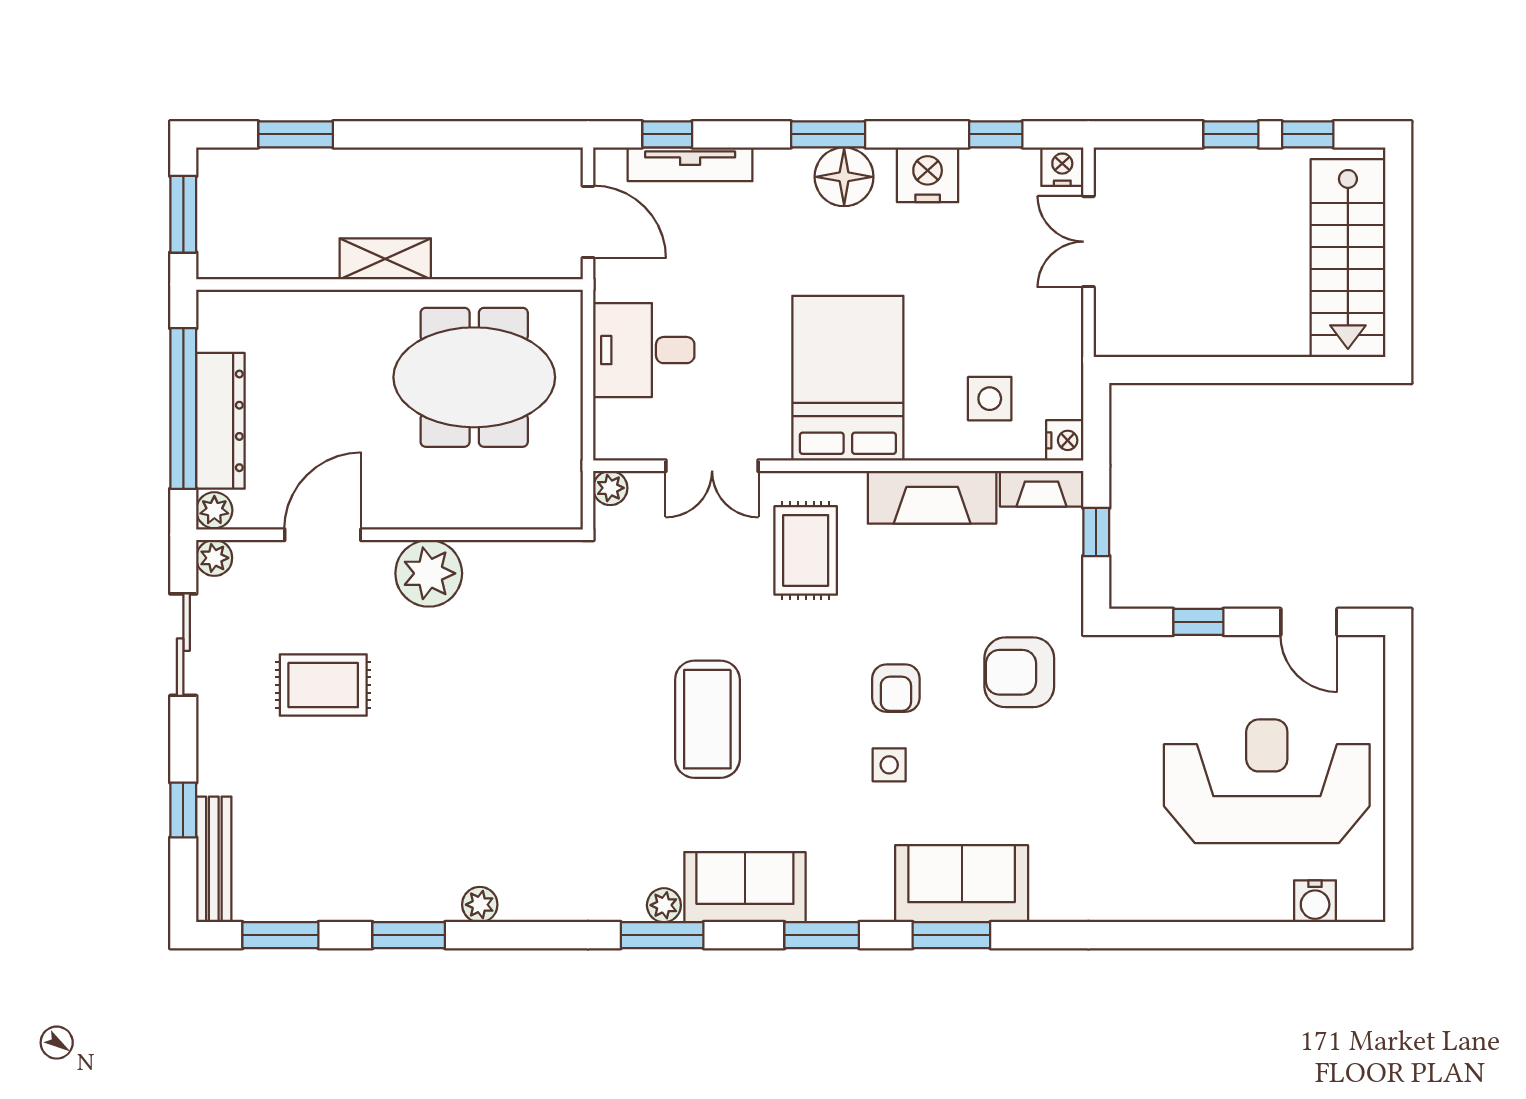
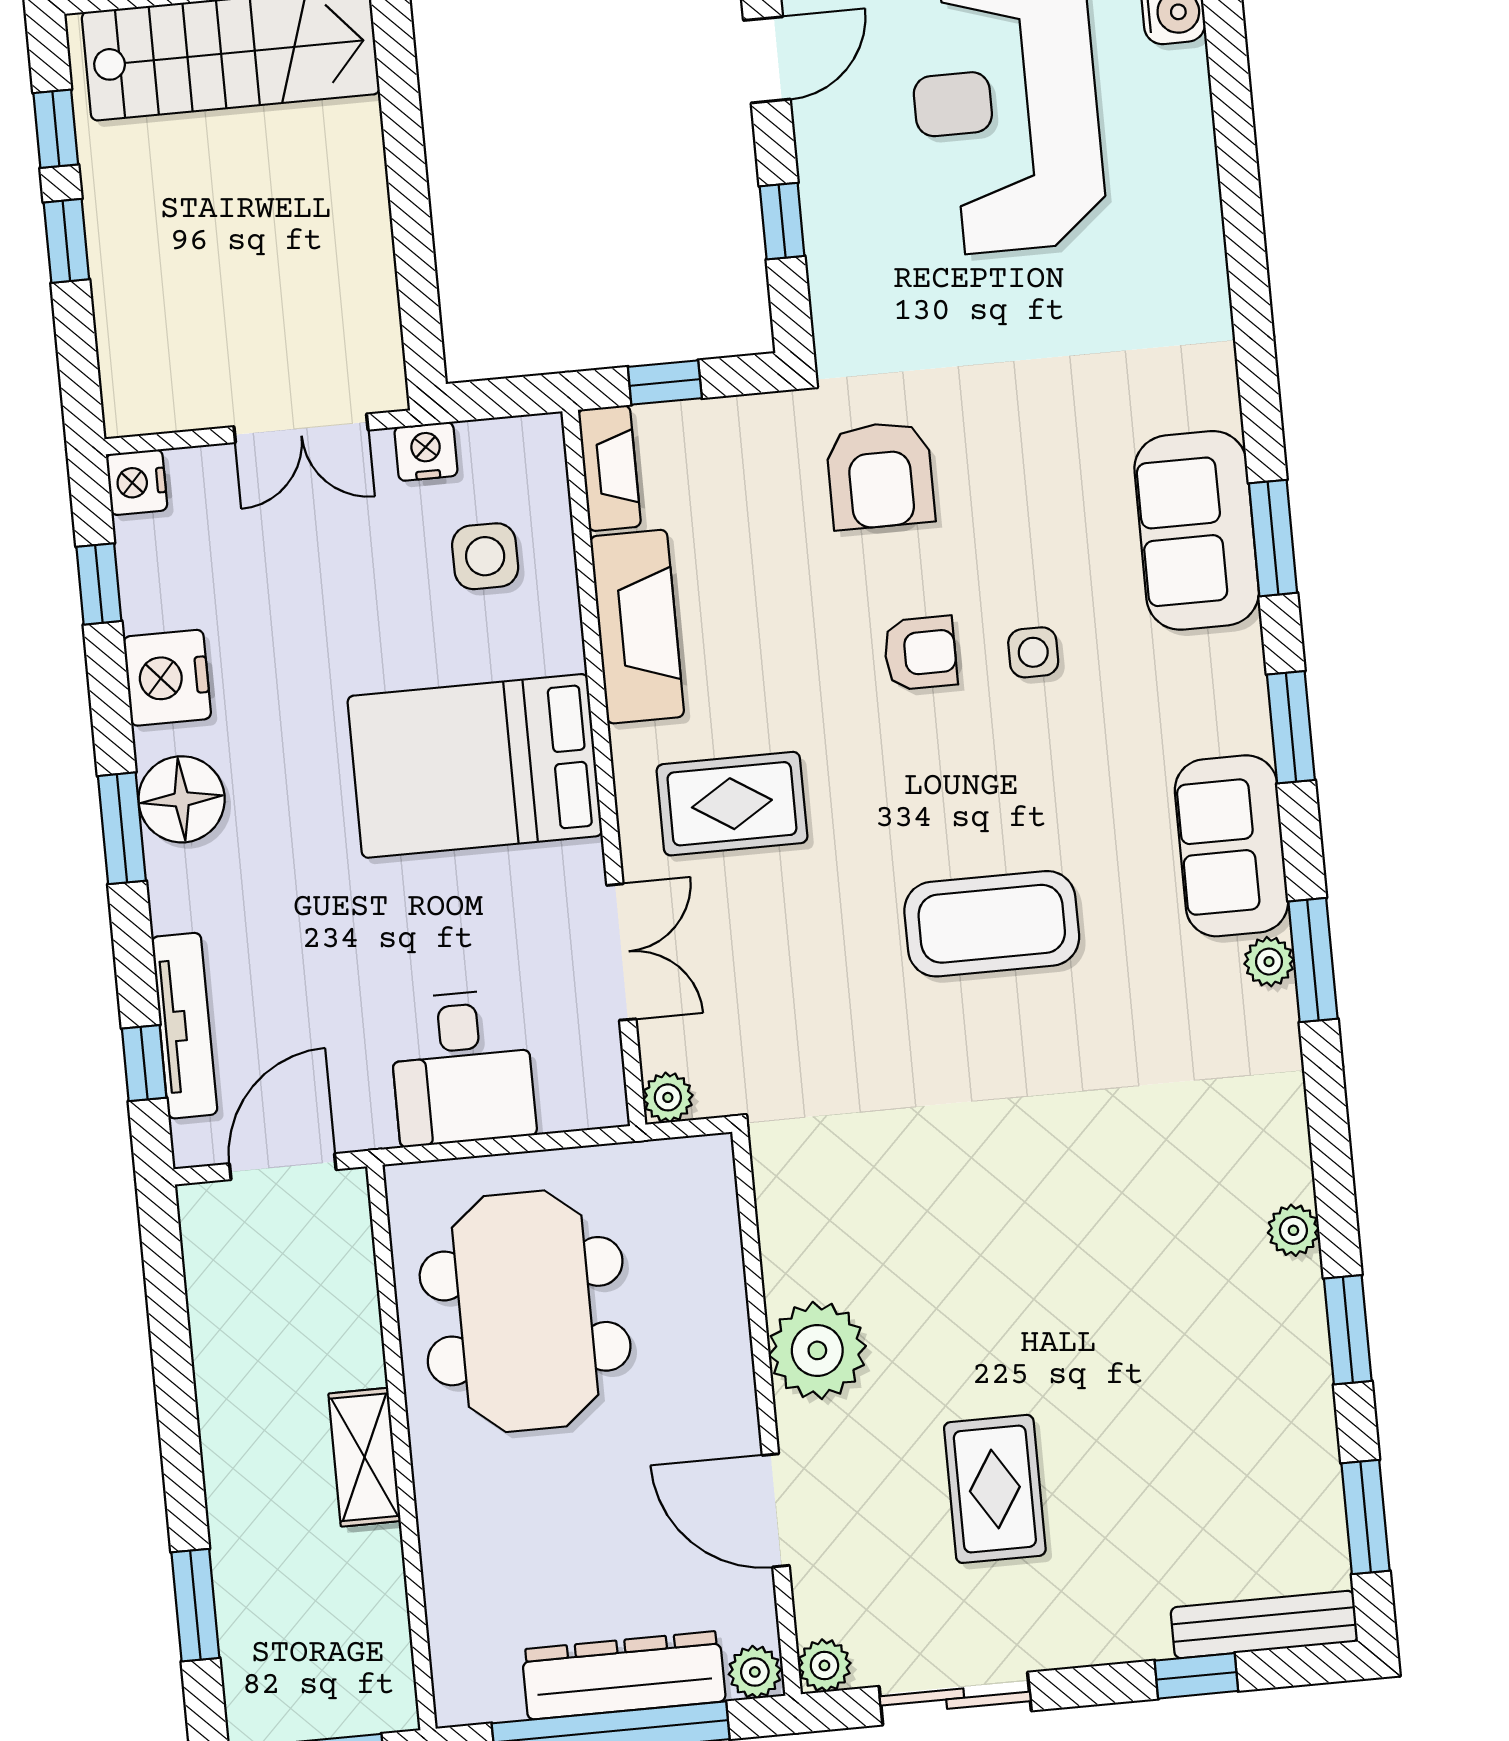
double door: (1088, 242) -> (301, 428), moved
nightstand: (1065, 440) -> (426, 451), moved

